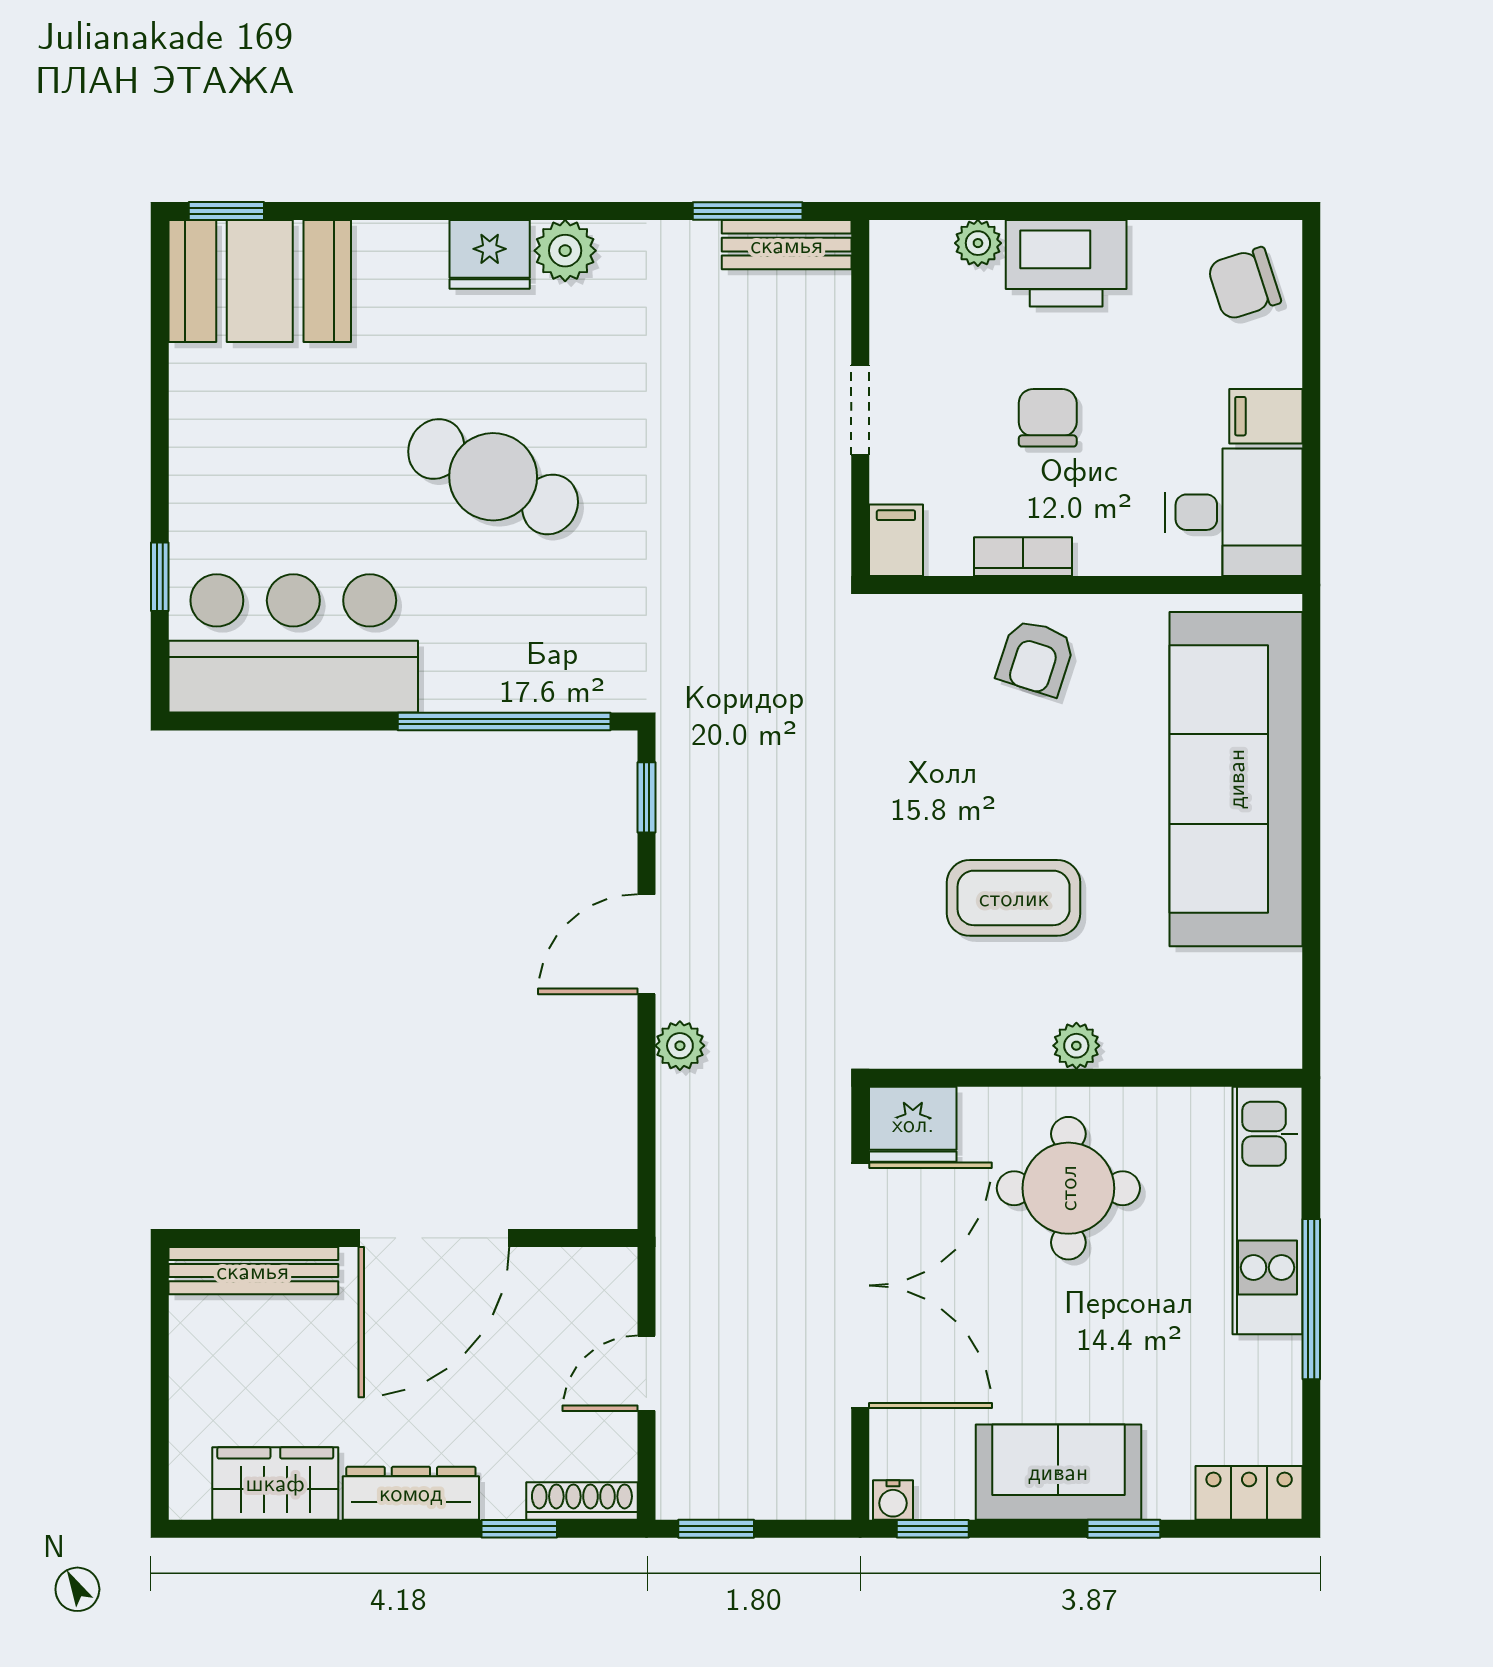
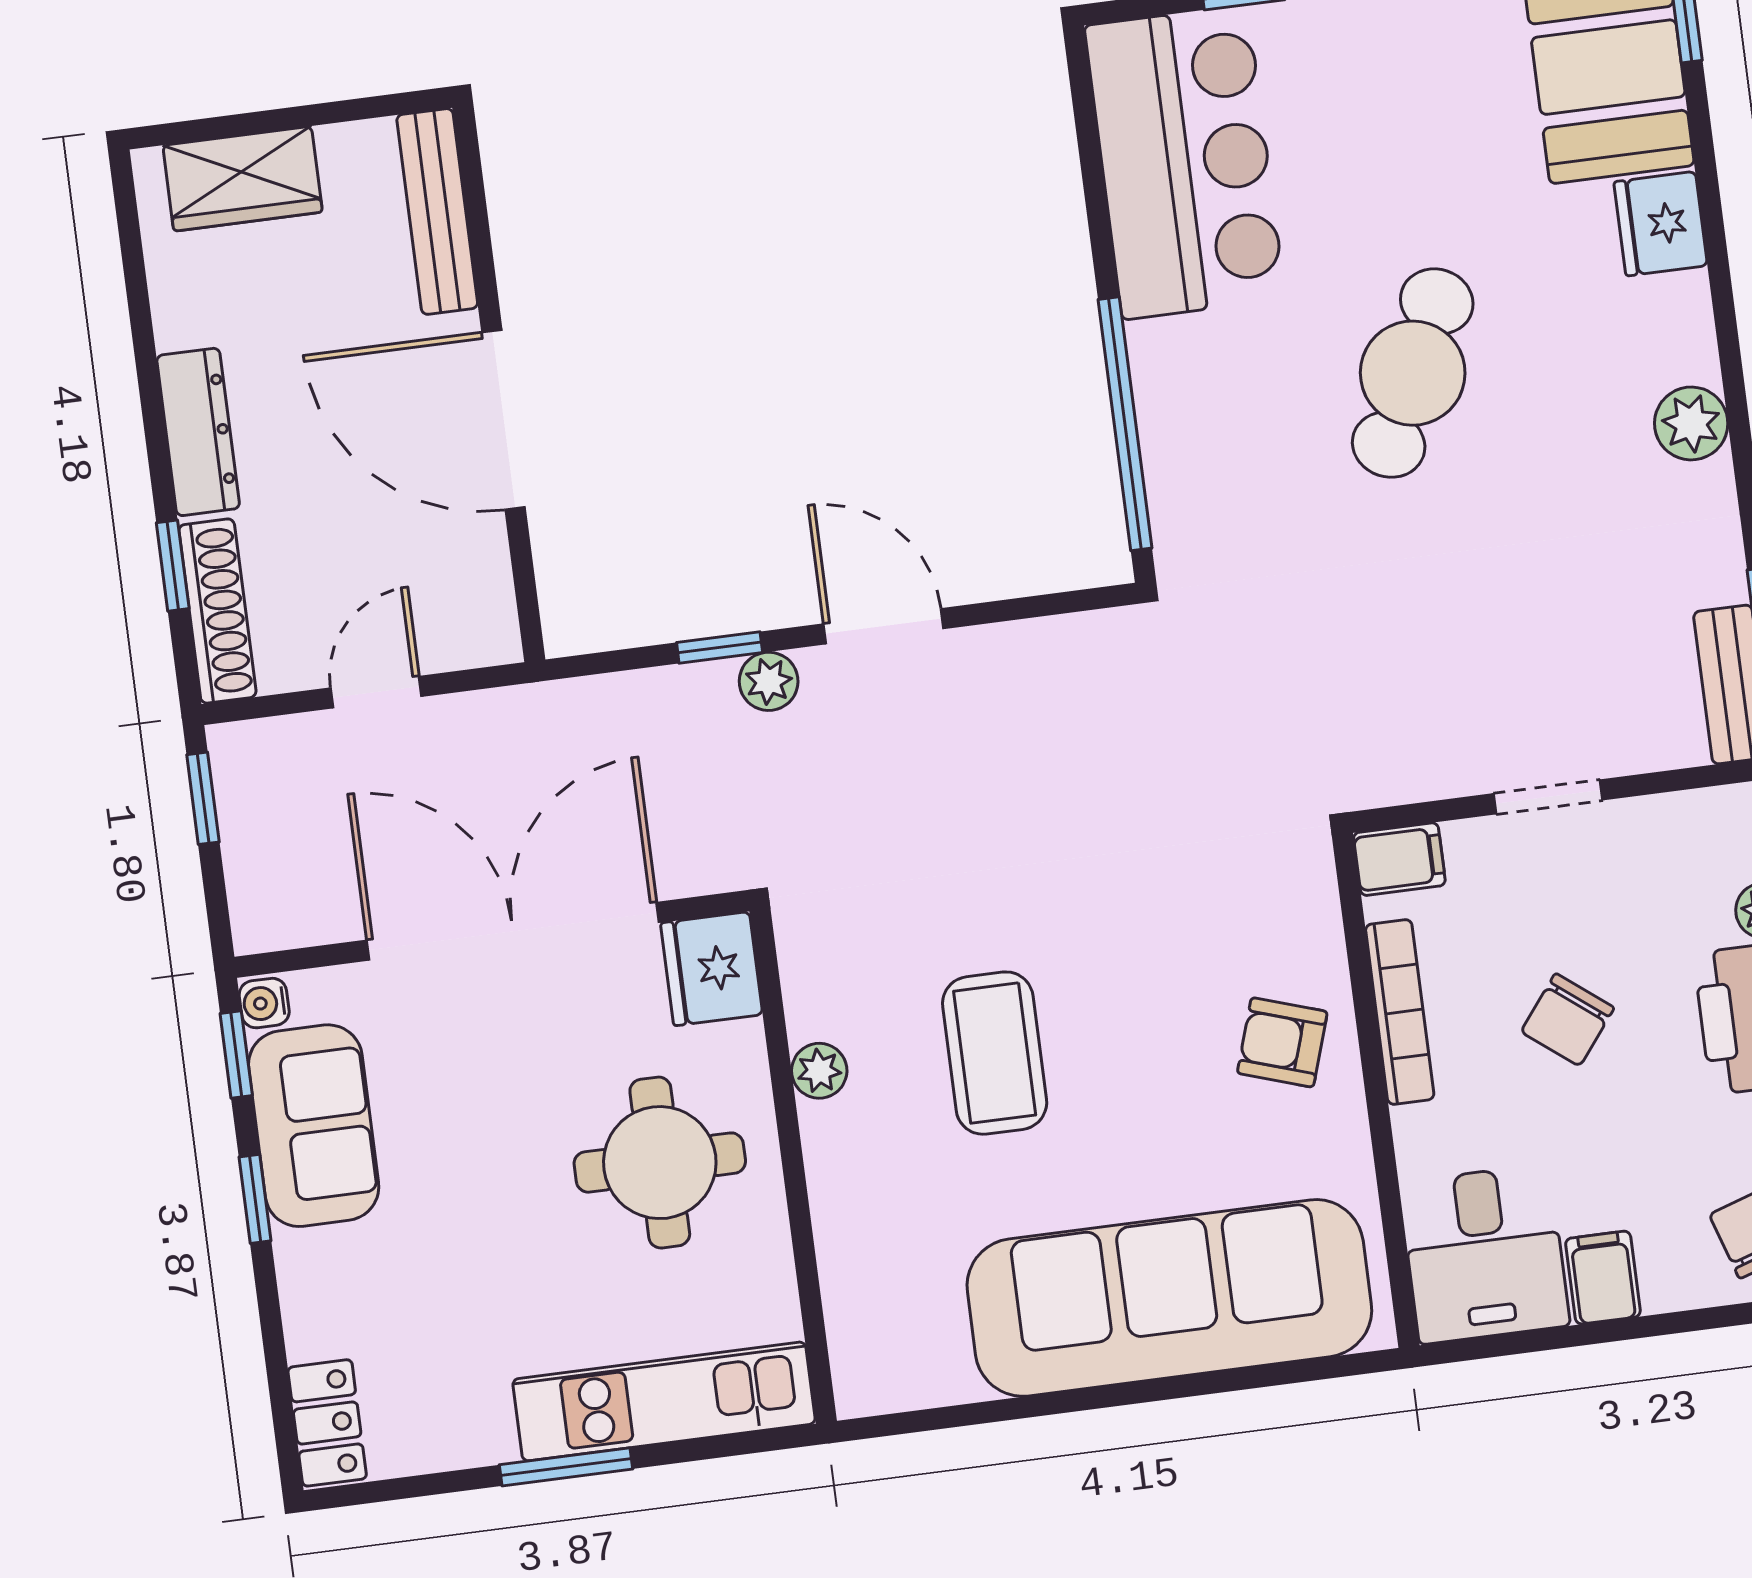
fridge: (490, 254) -> (1661, 224), moved
chair: (1048, 418) -> (1568, 1020), turned 128
bookcase: (1023, 557) -> (1400, 1012), width x1.56
window: (646, 797) -> (720, 647), moved
plant: (1076, 1046) -> (819, 1071), moved
double door: (860, 1285) -> (513, 931), swing flipped
window: (1311, 1299) -> (566, 1467), width x0.69
door: (646, 1373) -> (376, 692), hinge flipped
sofa: (1058, 1472) -> (314, 1126), moved
wardrobe: (275, 1483) -> (243, 179), moved, turned 90
shoe rack: (582, 1501) -> (217, 611), width x1.36, depth x1.24
window: (1124, 1529) -> (255, 1199), moved

